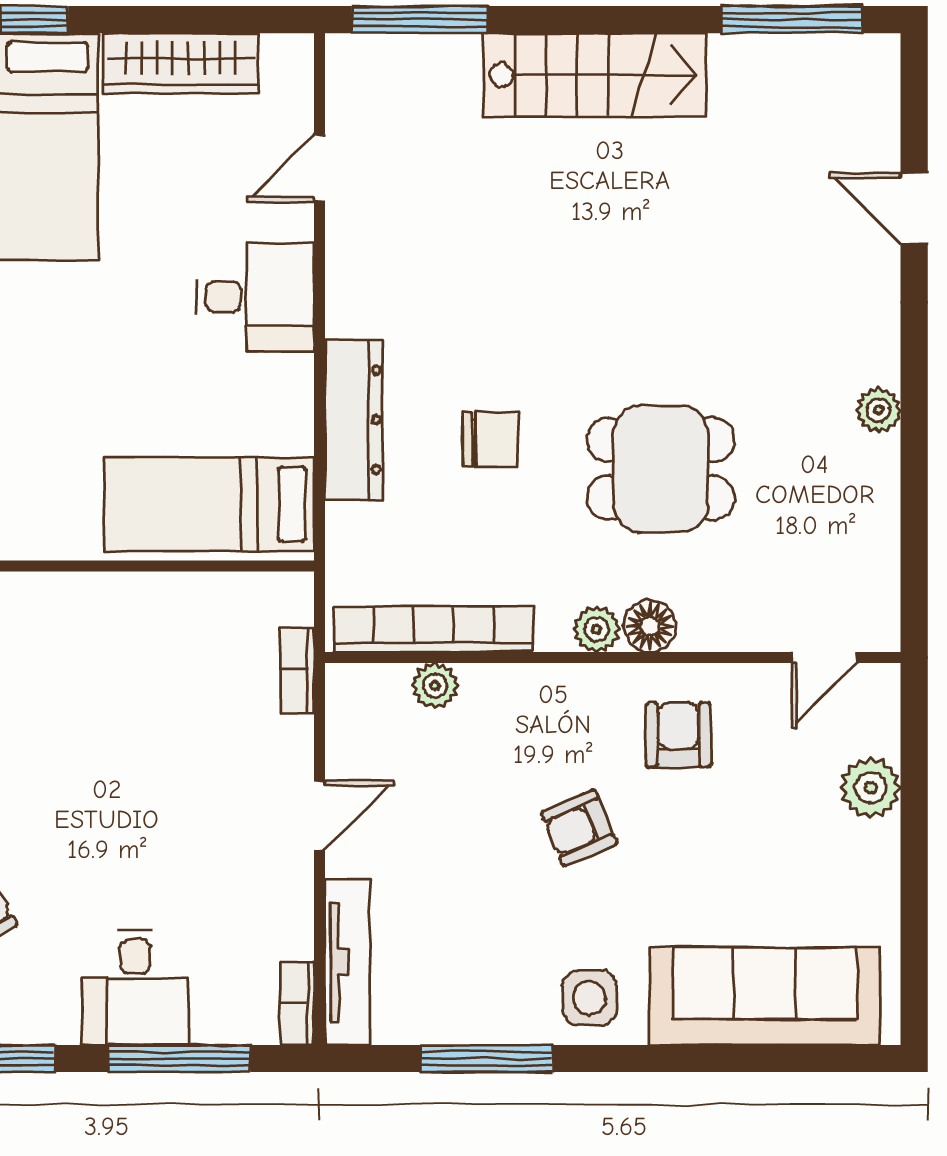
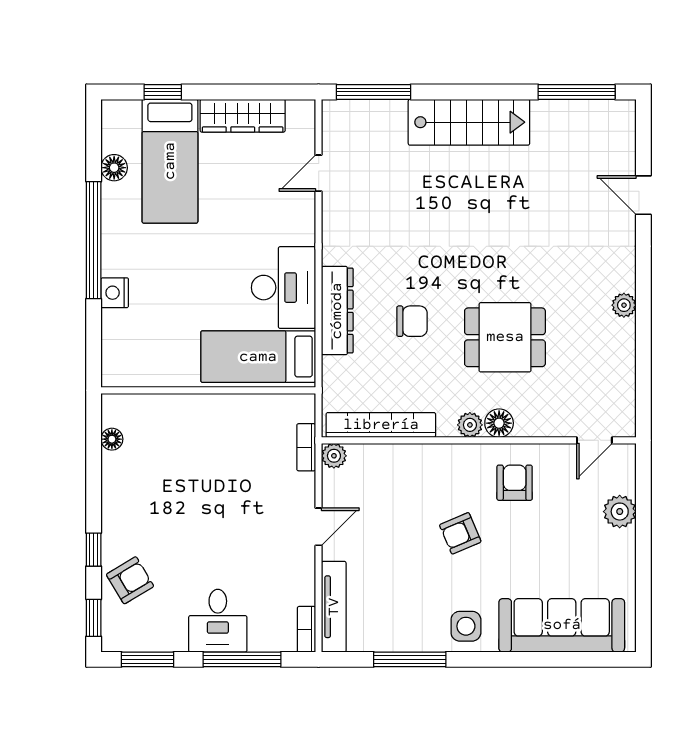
desk: (255, 297) -> (283, 288), moved, width x1.37
plant: (435, 686) -> (334, 456), moved

